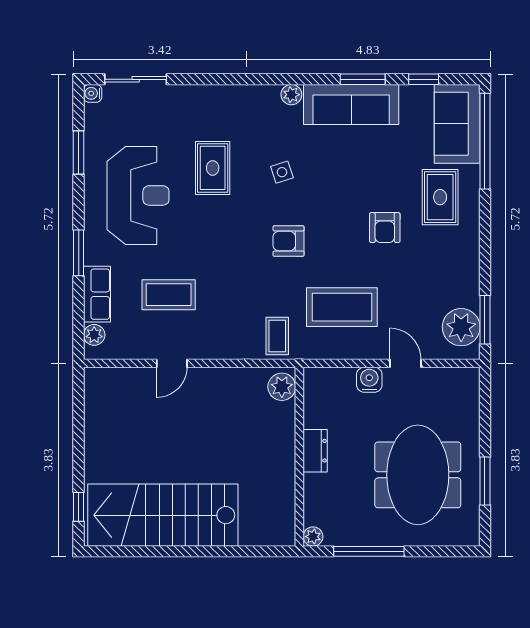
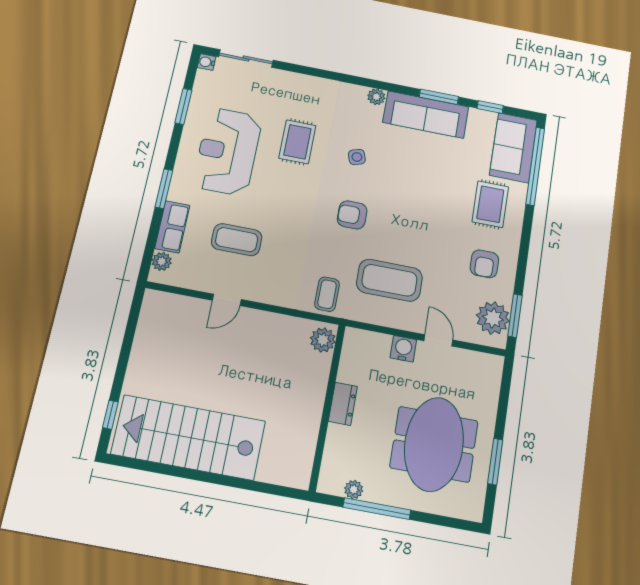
reception desk: (138, 195) -> (228, 151), turned 180
armchair: (385, 228) -> (484, 264), moved
plant: (313, 537) -> (354, 490), moved

